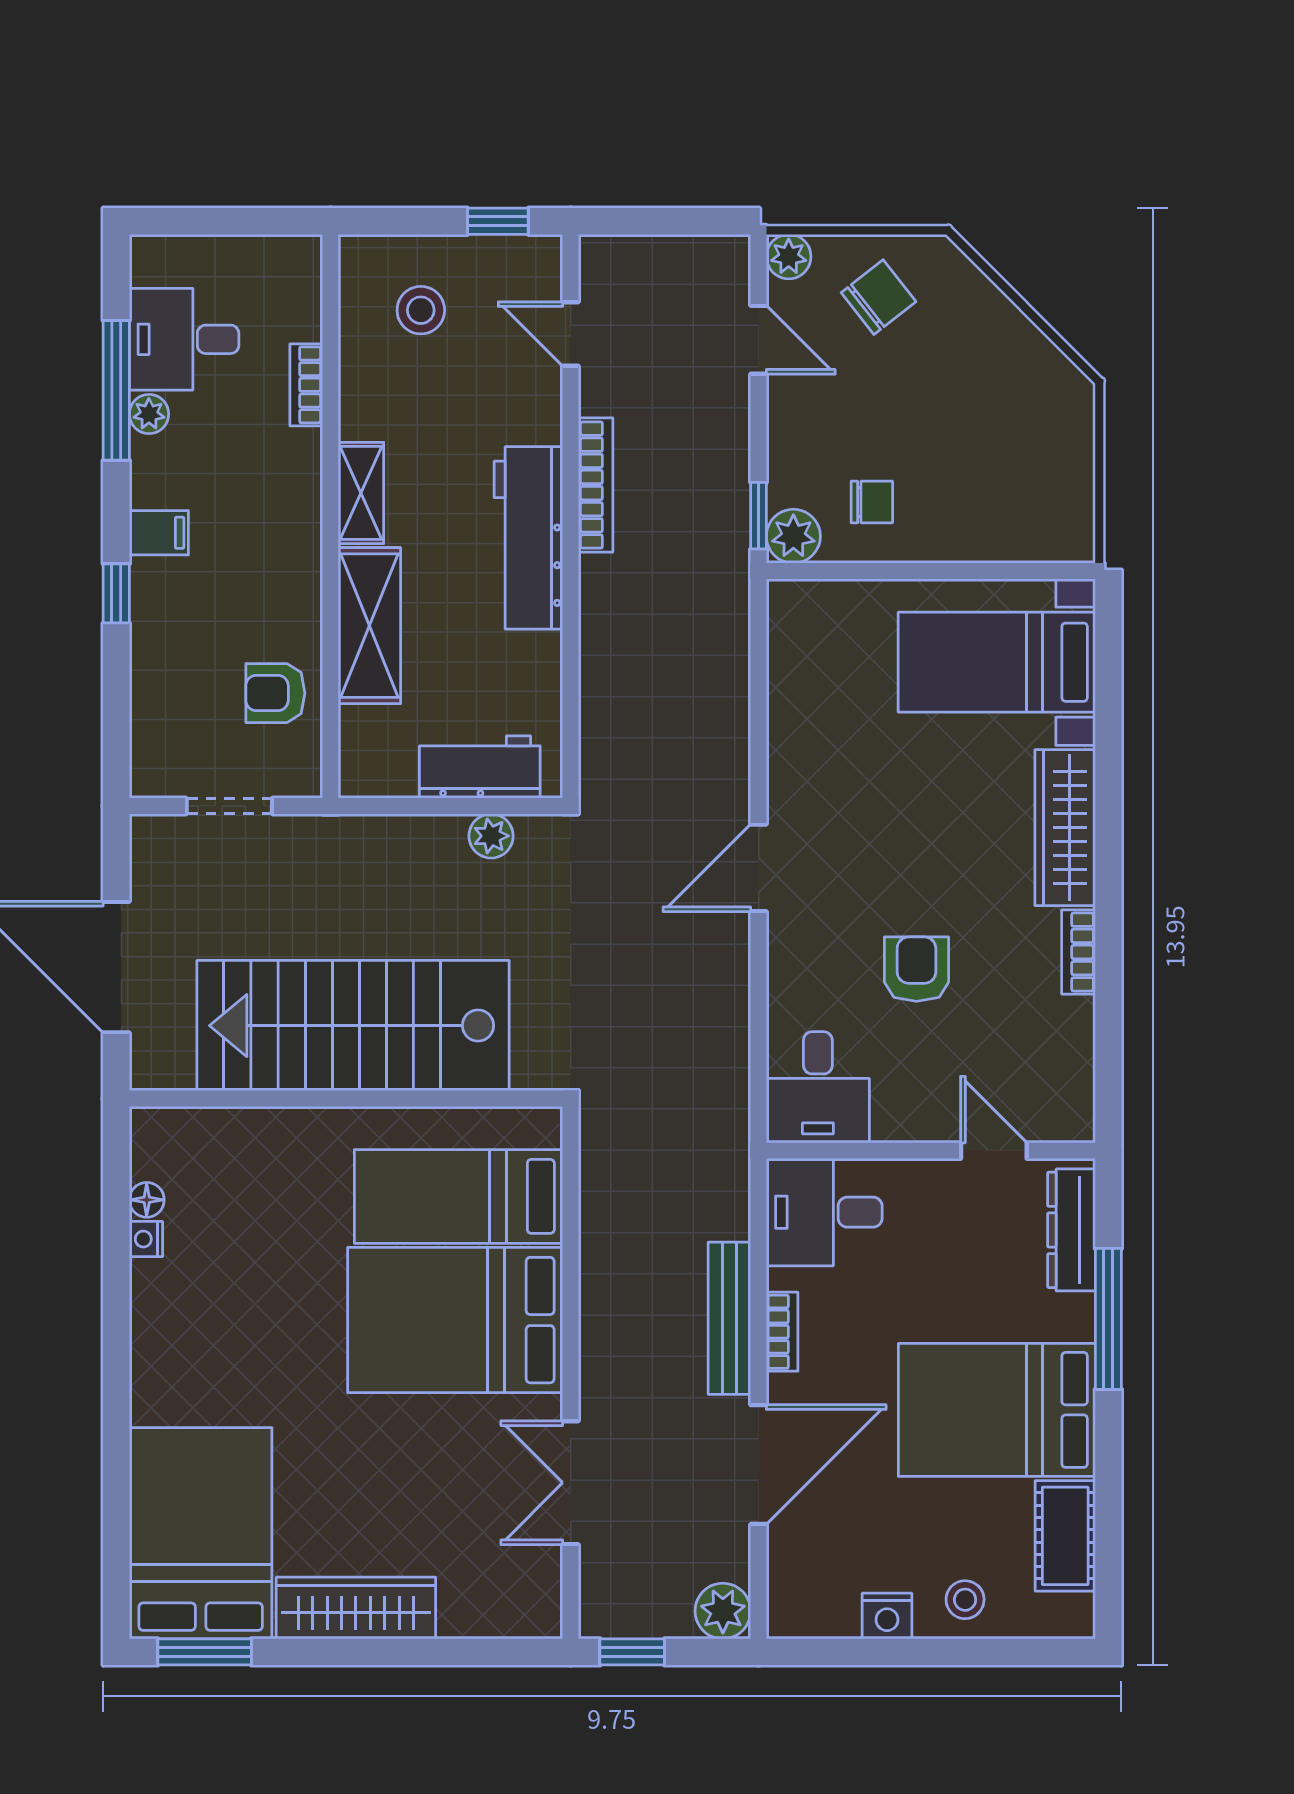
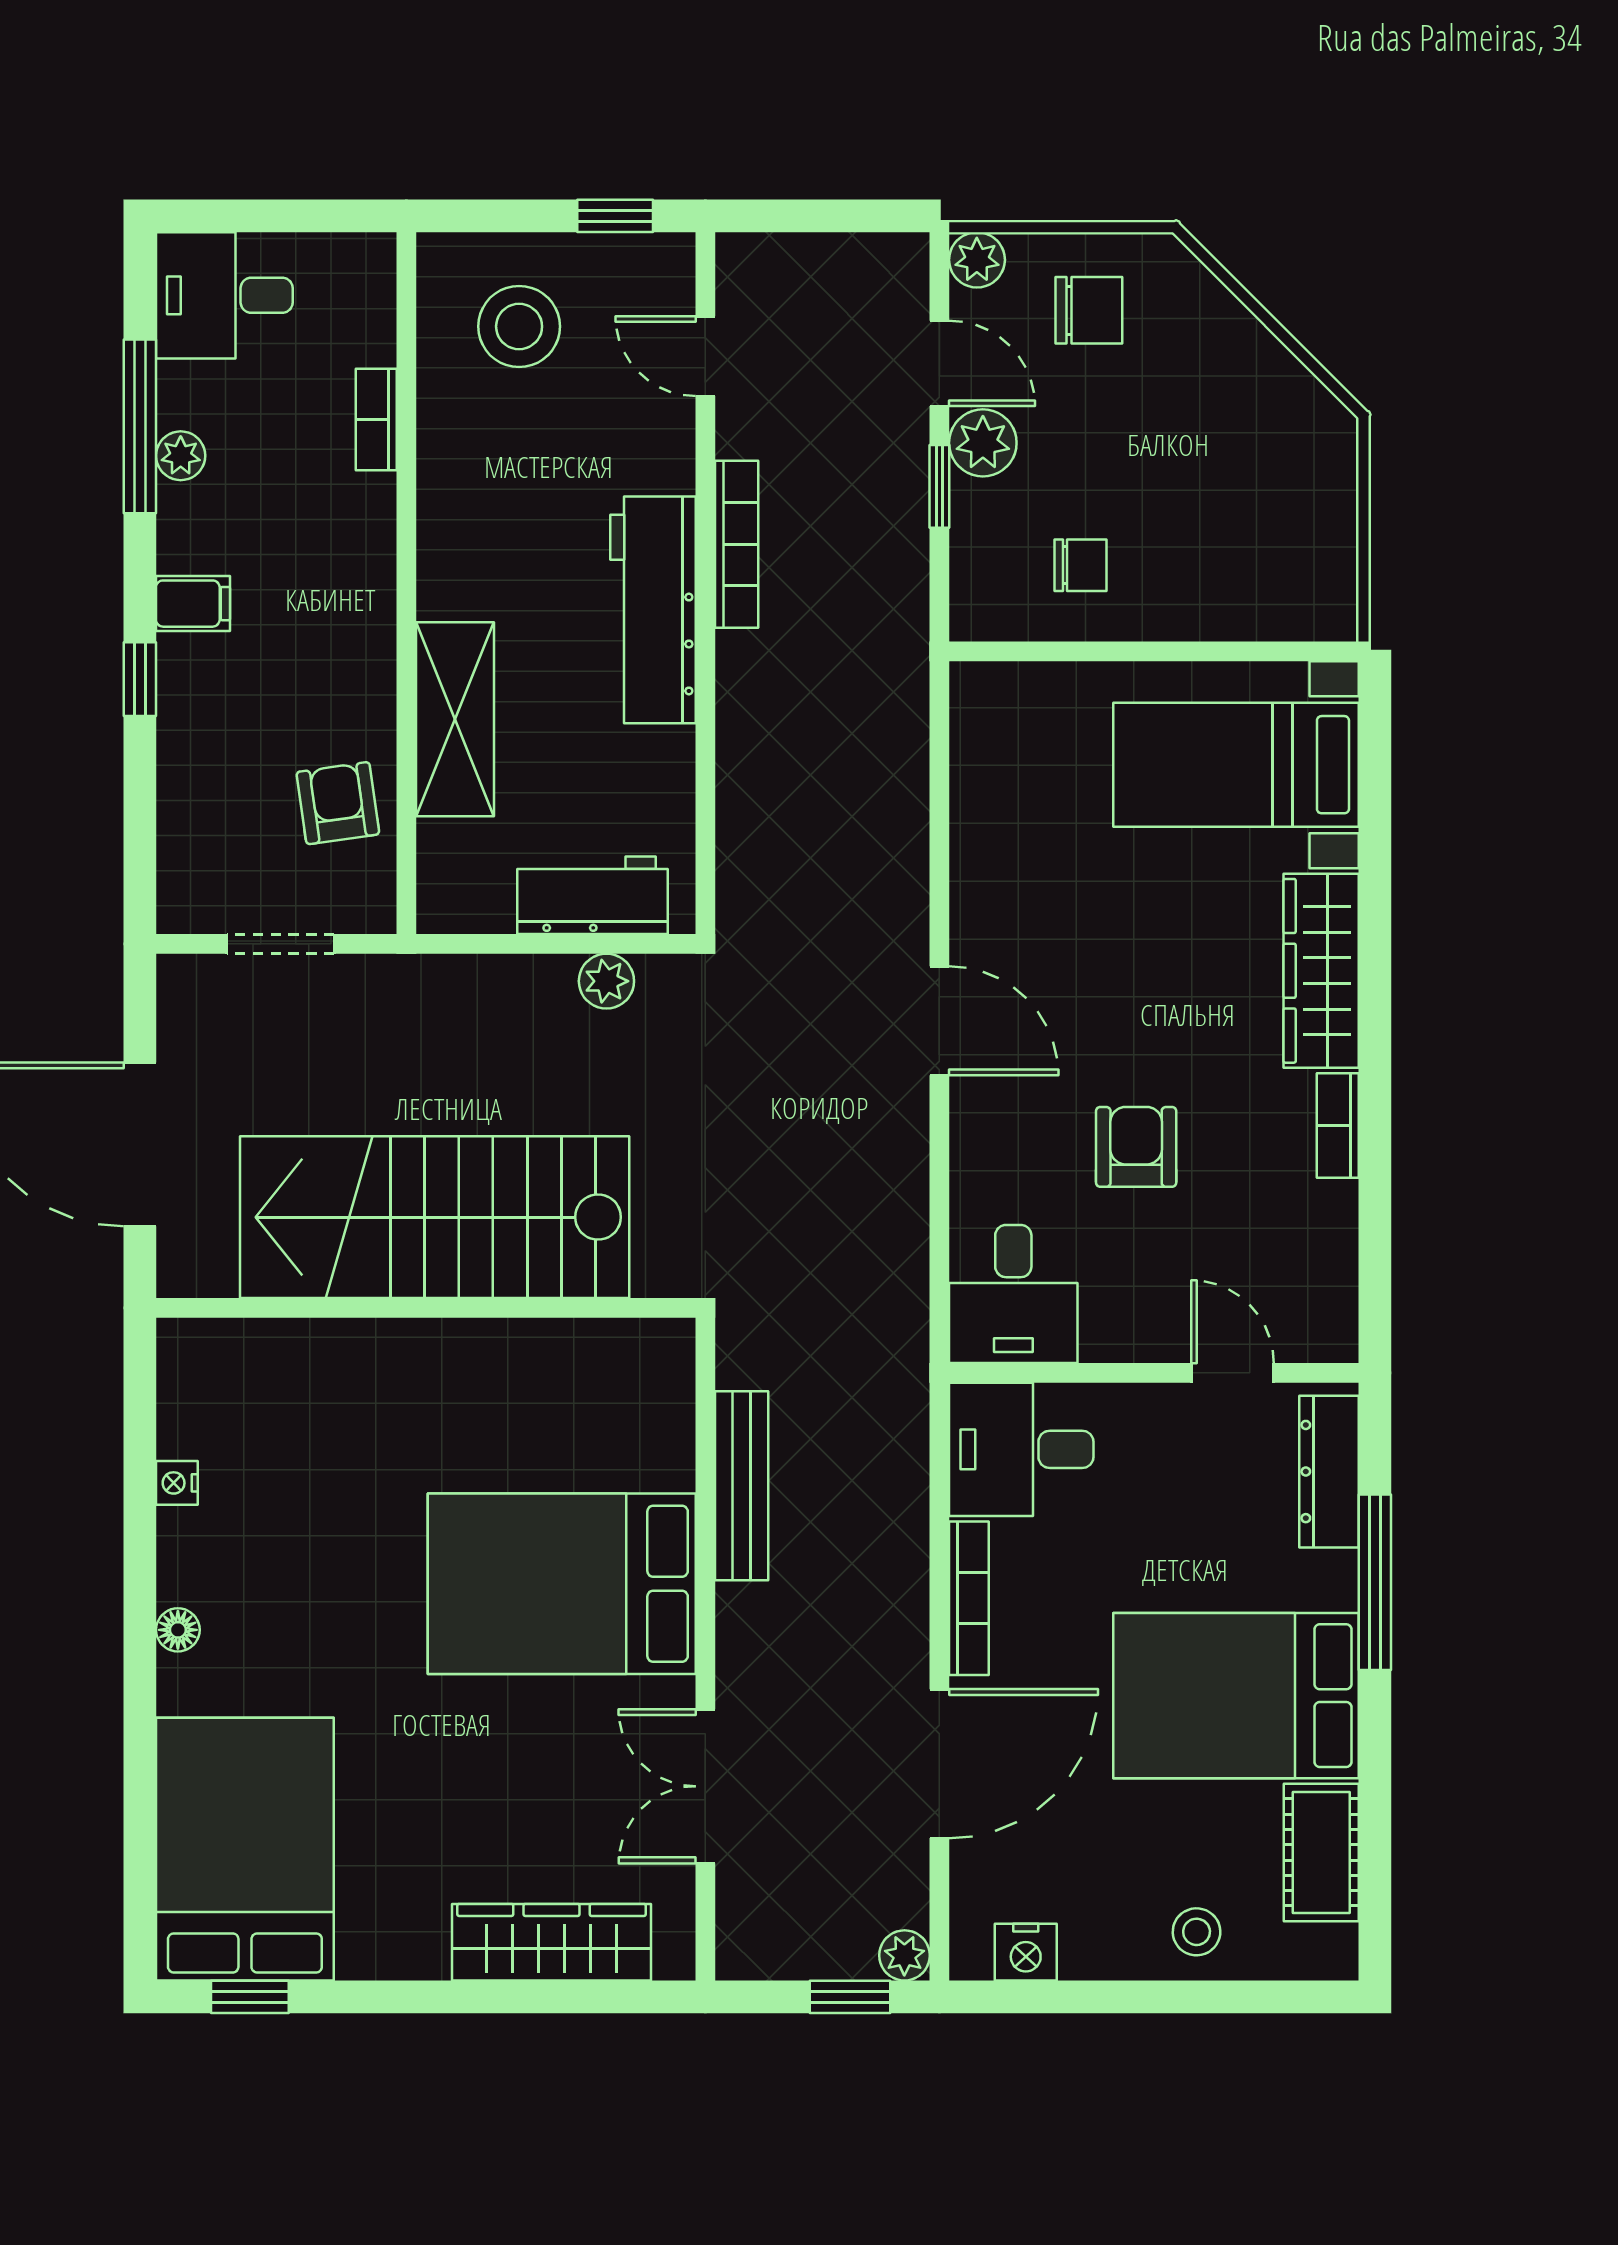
chair: (879, 297) -> (1089, 310), turned 38
stool: (421, 310) -> (519, 326), width x1.38, depth x1.38
desk: (184, 339) -> (224, 295), moved
shelving: (361, 493) -> (445, 554), removed
window: (759, 516) -> (939, 486), moved
plant: (793, 536) -> (983, 443), moved
armchair: (275, 693) -> (338, 803), turned 82
door: (759, 868) -> (939, 1021), swing flipped
bed: (459, 1196) -> (566, 1430), removed
floor lamp: (147, 1200) -> (178, 1630), moved
bench: (729, 1318) -> (742, 1486), moved
bookcase: (782, 1332) -> (969, 1598), width x1.56
wardrobe: (356, 1608) -> (552, 1942), moved
plant: (723, 1611) -> (904, 1955), width x0.73, depth x0.73
nightstand: (887, 1616) -> (1026, 1952), moved
window: (205, 1652) -> (250, 1997), width x0.67
window: (632, 1652) -> (850, 1997), moved

